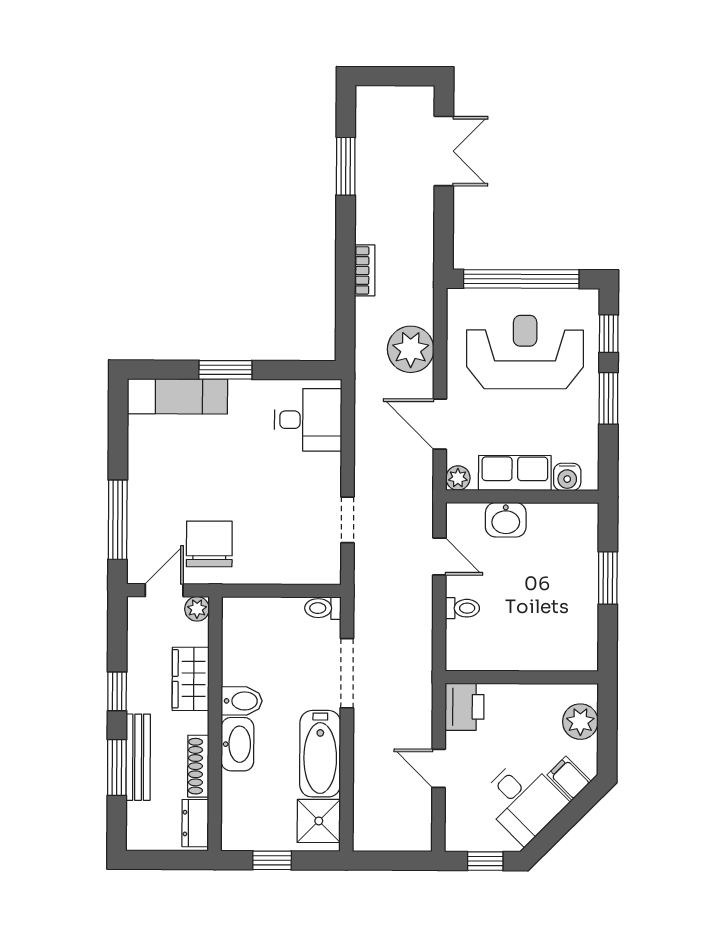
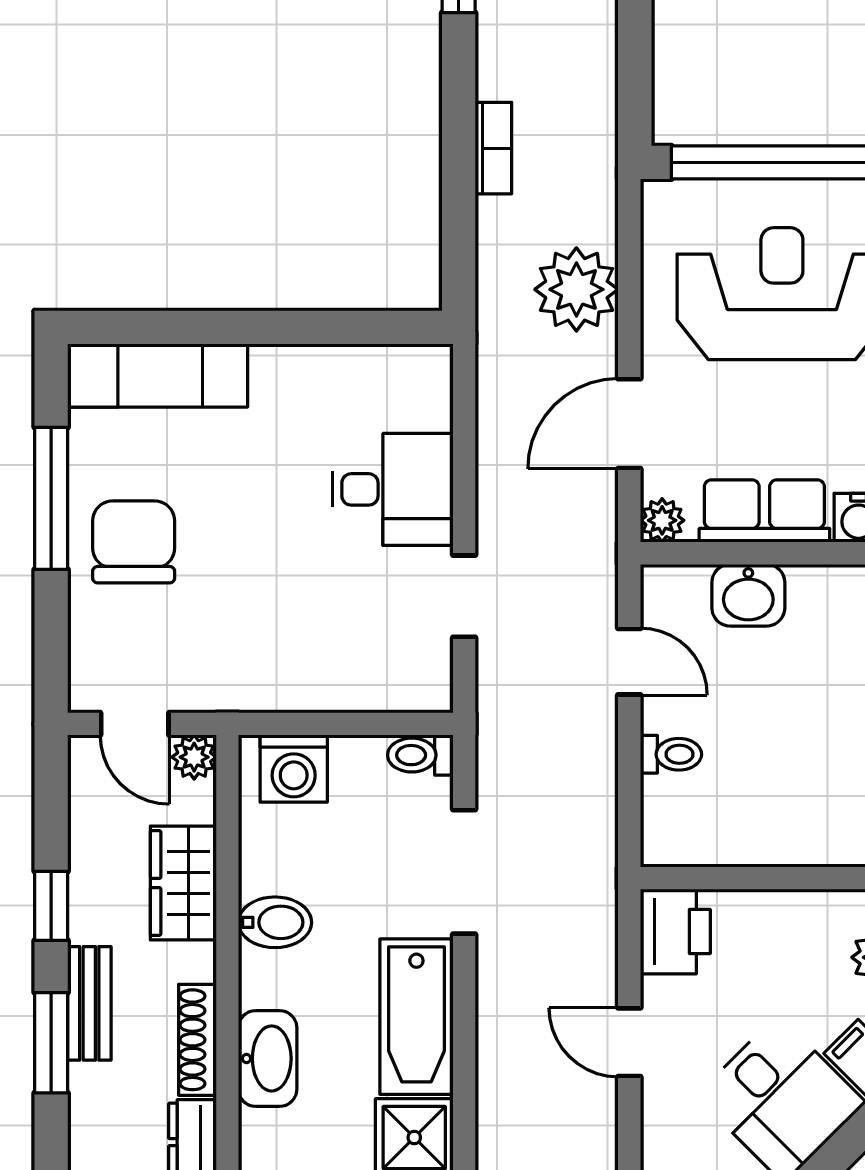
window: (225, 370) -> (244, 327), removed
desk: (308, 420) -> (393, 489), moved
door: (440, 424) -> (629, 424), hinge flipped
window: (118, 520) -> (51, 498), moved
chair: (209, 544) -> (134, 542), moved
door: (164, 590) -> (135, 724), swing flipped
washing machine: (252, 615) -> (294, 769), added
washbasin: (237, 744) -> (268, 1058), moved
bench: (138, 757) -> (89, 1003), width x0.73

